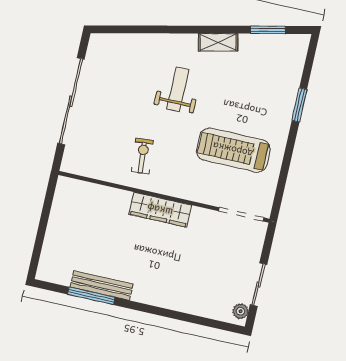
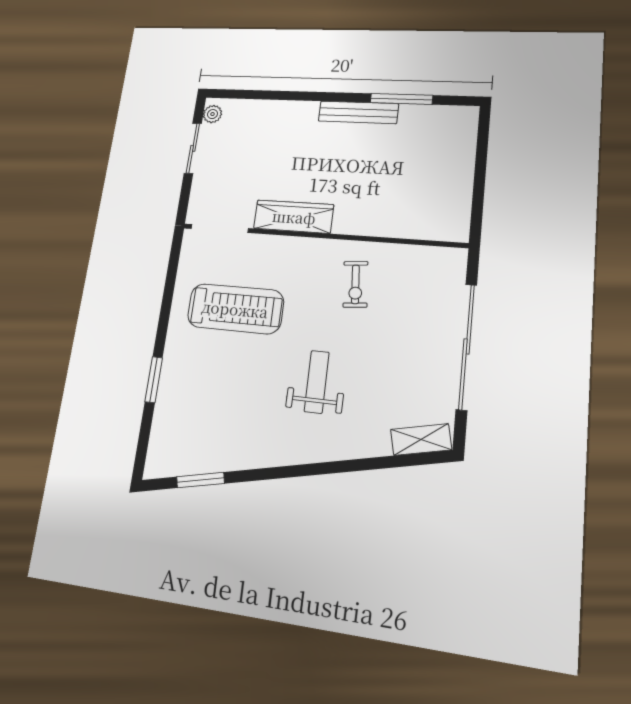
shelving: (218, 42) -> (421, 439), moved
weight bench: (178, 89) -> (317, 382), turned 180
wardrobe: (160, 210) -> (294, 217), moved
bench: (102, 286) -> (358, 112), moved

